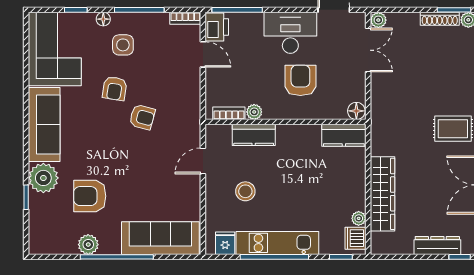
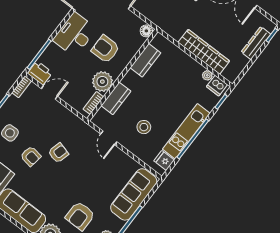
plant: (254, 112) -> (102, 82), width x1.87, depth x1.87
kitchen counter: (344, 135) -> (145, 60), moved

